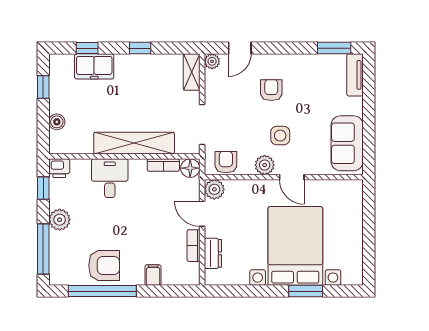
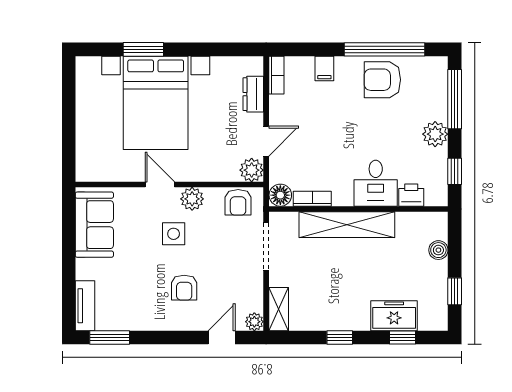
printer: (59, 168) -> (411, 195), moved
door: (202, 214) -> (266, 141), hinge flipped
bookcase: (194, 246) -> (276, 75), moved

